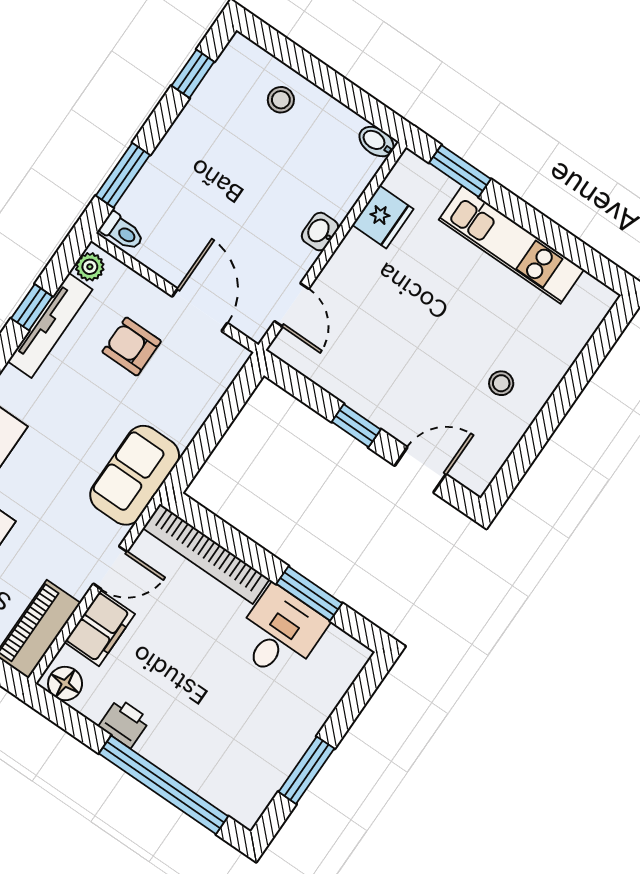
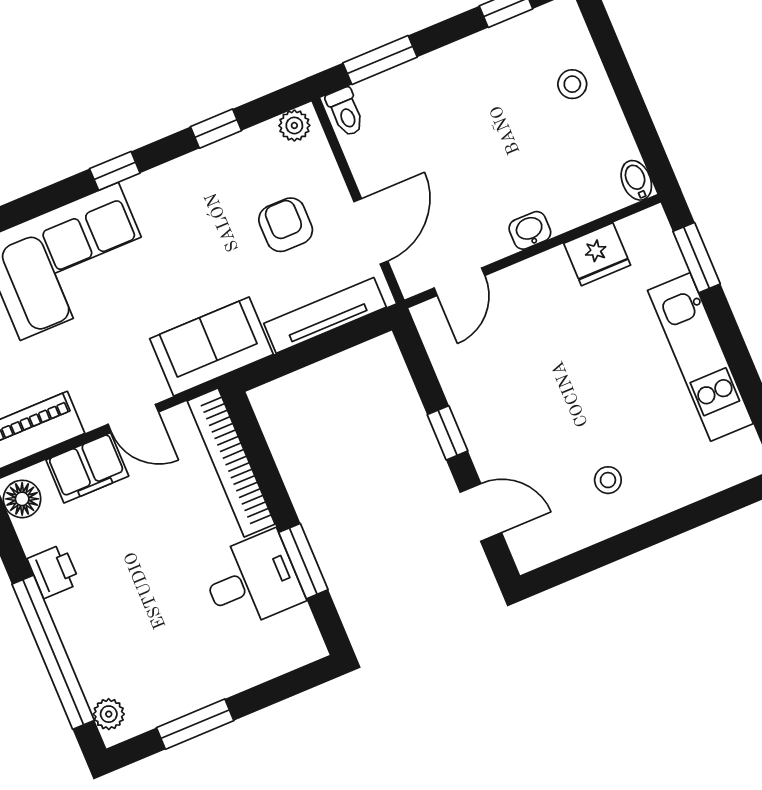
tv unit: (50, 325) -> (325, 315), moved, turned 180
plant: (236, 805) -> (109, 714), added

